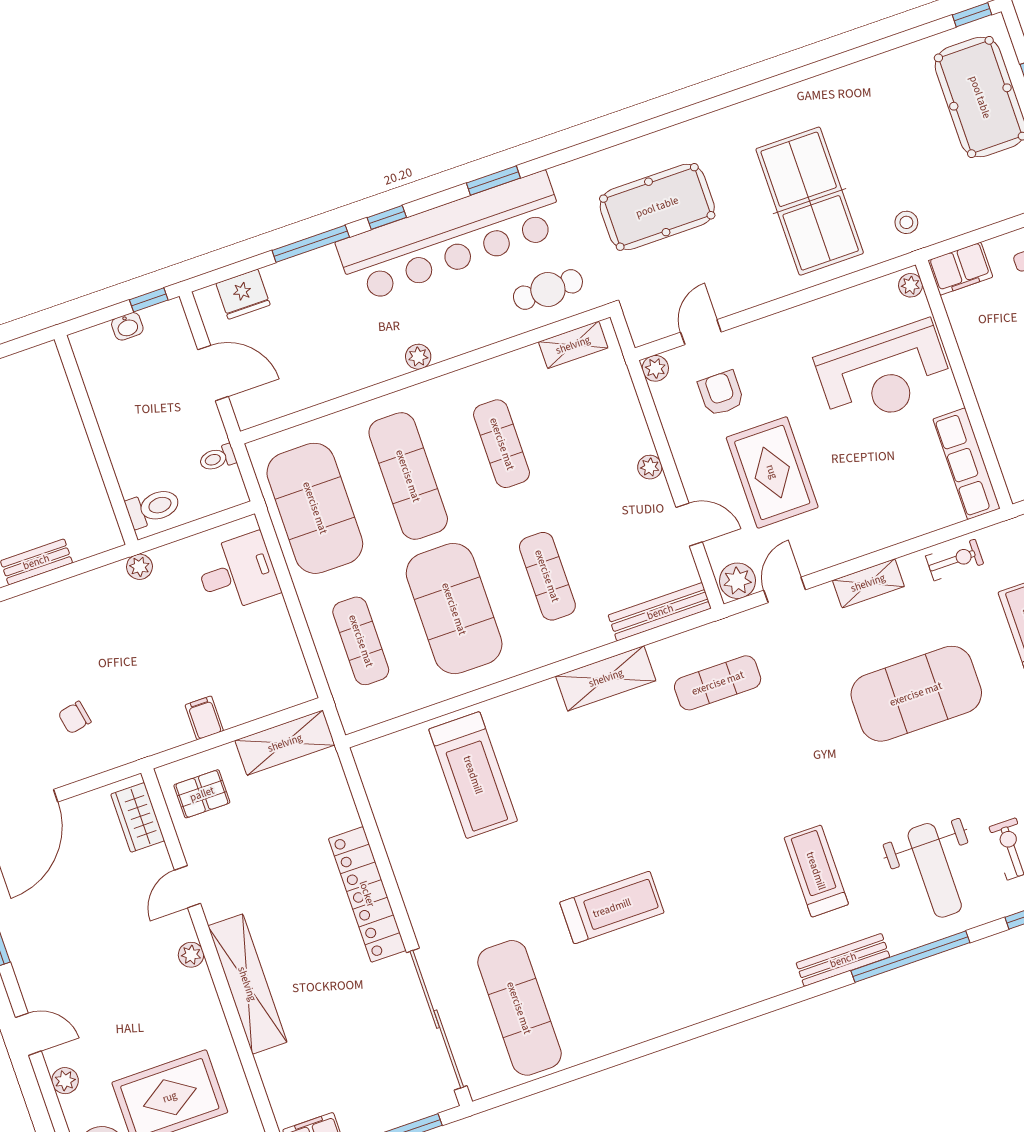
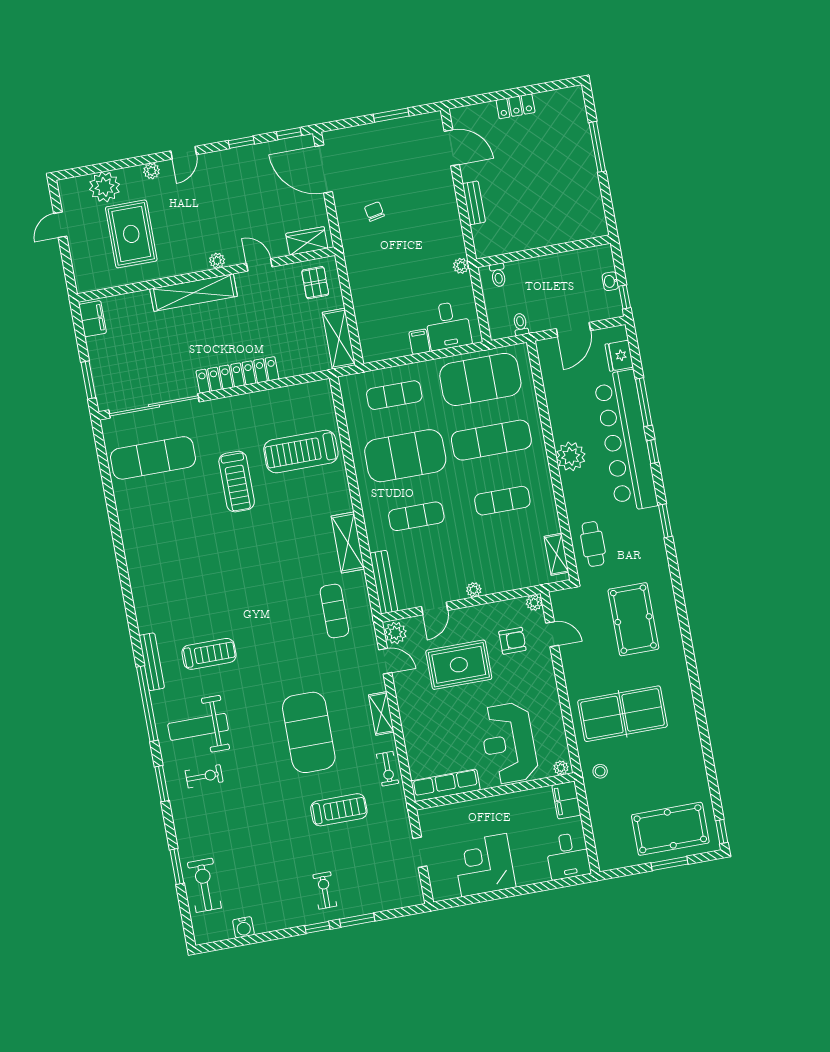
bar counter: (451, 237) -> (626, 441), moved
plant: (418, 357) -> (571, 456), width x1.87, depth x1.87
toilet: (153, 507) -> (498, 275), width x0.73, depth x0.72
filing cabinet: (204, 718) -> (419, 342), moved, turned -90
treadmill: (612, 908) -> (237, 482), moved

